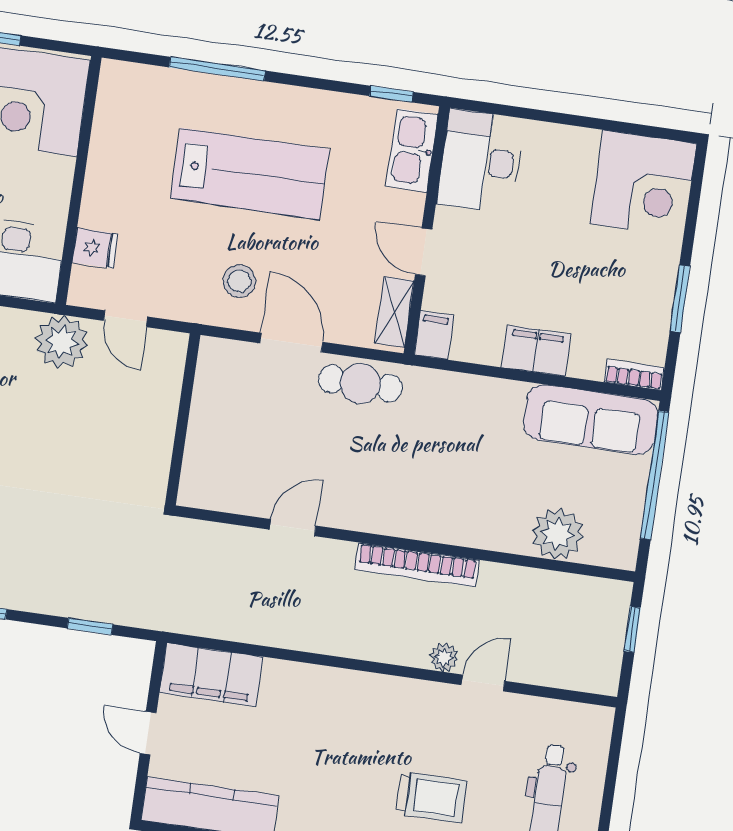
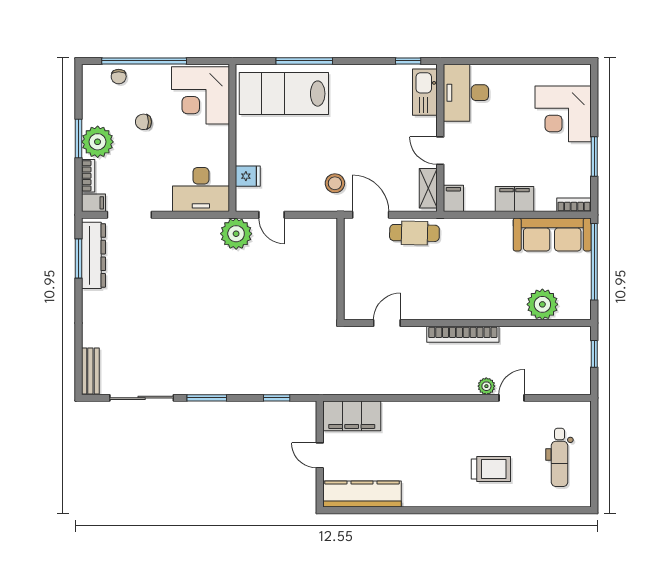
lab bench: (250, 174) -> (284, 94), moved, turned 180
corner desk: (643, 184) -> (563, 114), moved, turned 90
wall: (183, 419) -> (341, 269), moved

